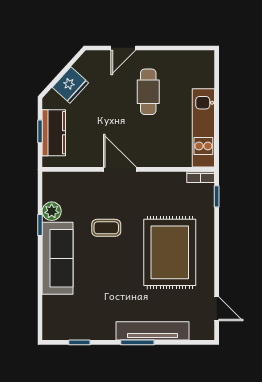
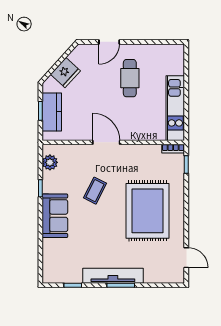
plant: (52, 211) -> (50, 162), moved
coffee table: (106, 228) -> (95, 191), turned -63
sofa: (58, 258) -> (55, 216), width x0.73
tv unit: (153, 331) -> (113, 276), moved

